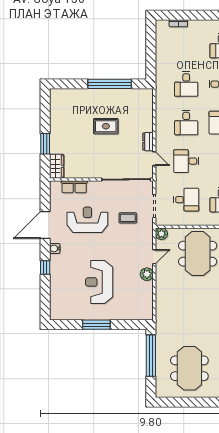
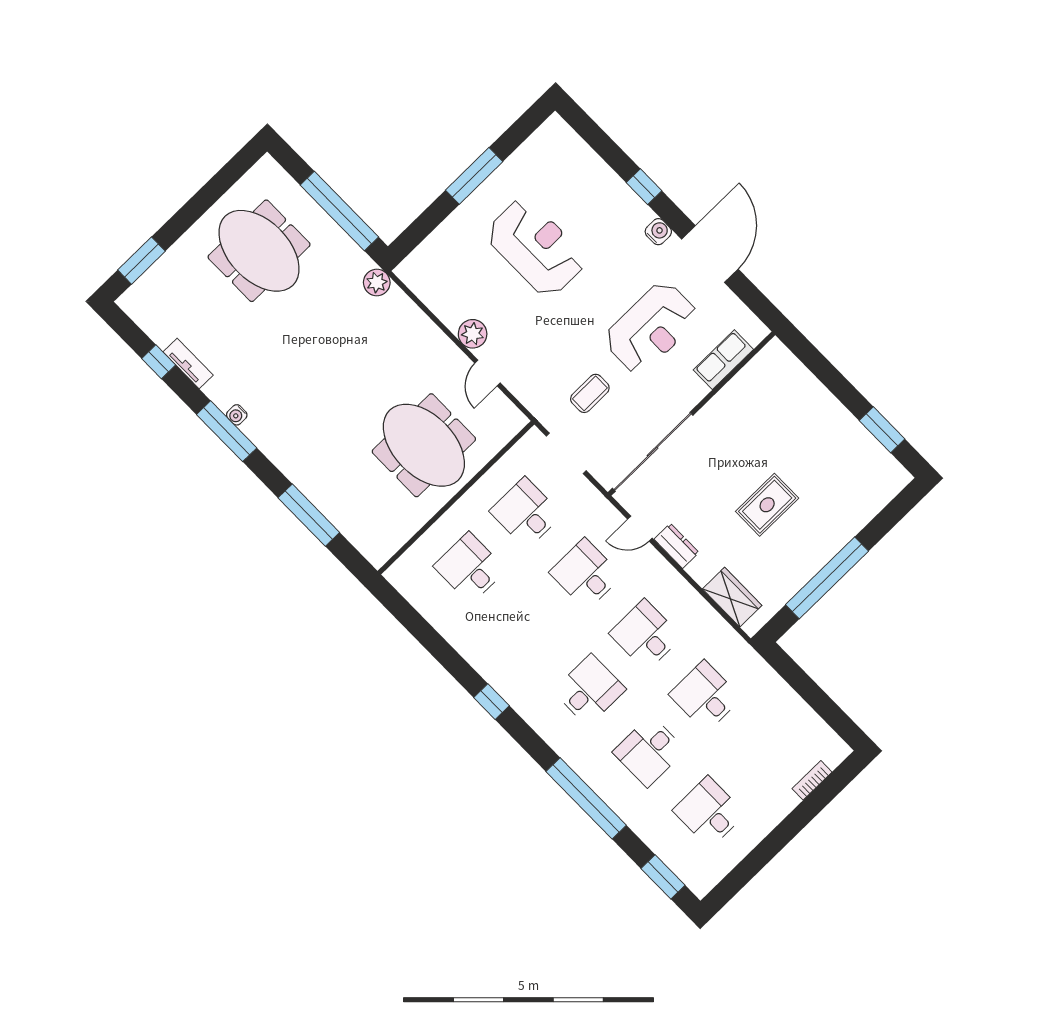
window: (45, 144) -> (882, 430), moved
desk: (186, 161) -> (586, 574), turned -90
wardrobe: (57, 166) -> (732, 597), moved, turned 180
desk: (186, 200) -> (526, 513), turned 90
plant: (161, 234) -> (377, 282), moved

